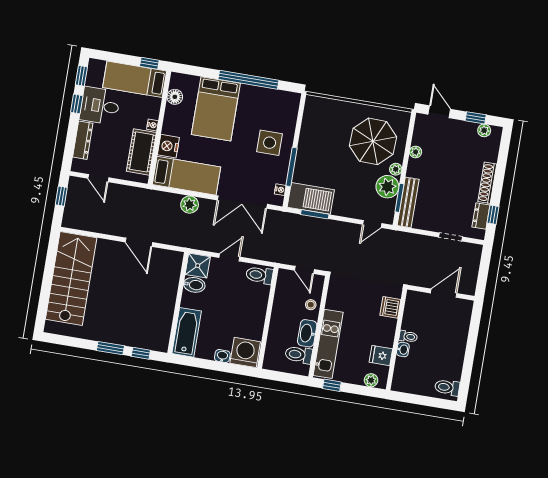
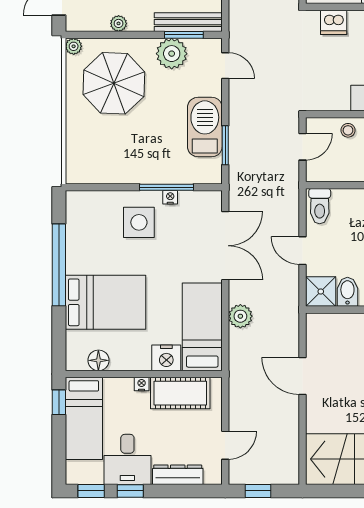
plant: (396, 169) -> (74, 46), moved
nightstand: (280, 190) -> (170, 197), moved
barbecue: (311, 198) -> (205, 127), moved
door: (139, 242) -> (303, 376), swing flipped

